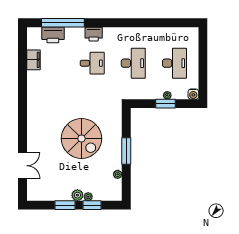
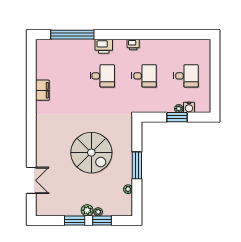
printer: (53, 35) -> (133, 44), moved, width x0.53, depth x0.68
filing cabinet: (34, 60) -> (42, 90), moved
desk: (133, 63) -> (144, 76), width x0.73
desk: (174, 63) -> (186, 76), width x0.73
water cooler: (193, 94) -> (189, 107), moved

